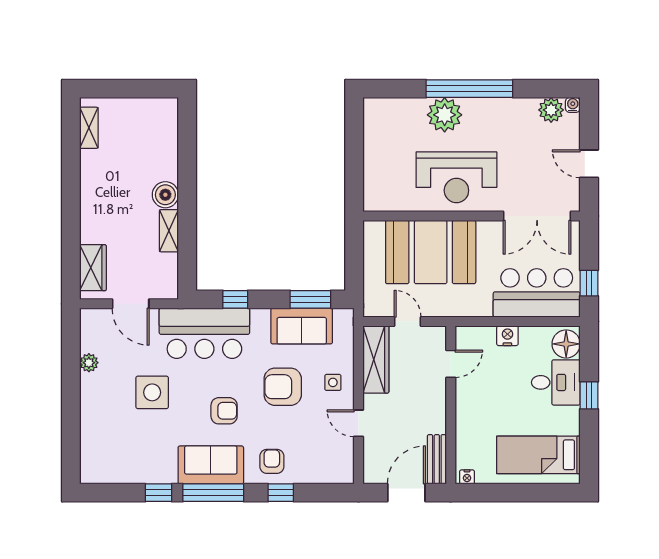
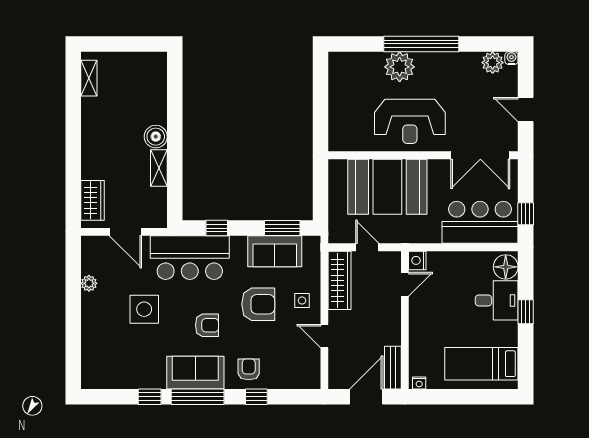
nightstand: (507, 336) -> (417, 260), moved, turned -90
armchair: (283, 387) -> (258, 304), turned 180

